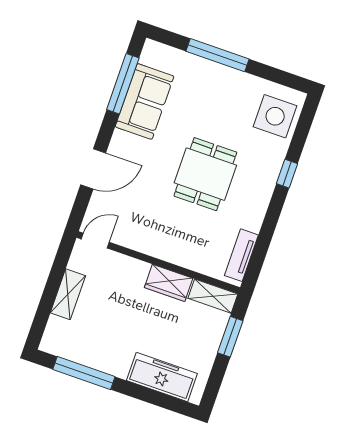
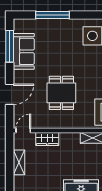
dining table: (205, 174) -> (61, 93), moved
wardrobe: (169, 283) -> (47, 139), moved

